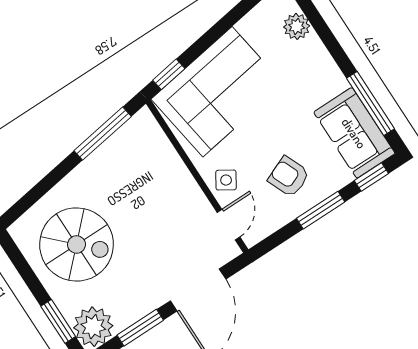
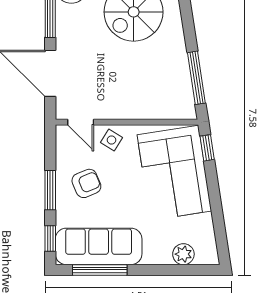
sofa: (354, 133) -> (99, 246), width x1.36

